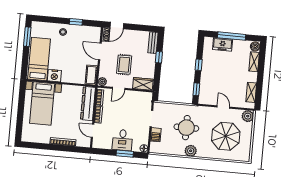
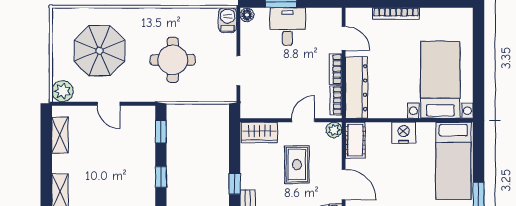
nightstand: (54, 76) -> (404, 133), moved
barbecue: (156, 135) -> (228, 20), moved
plant: (191, 151) -> (161, 18), removed

